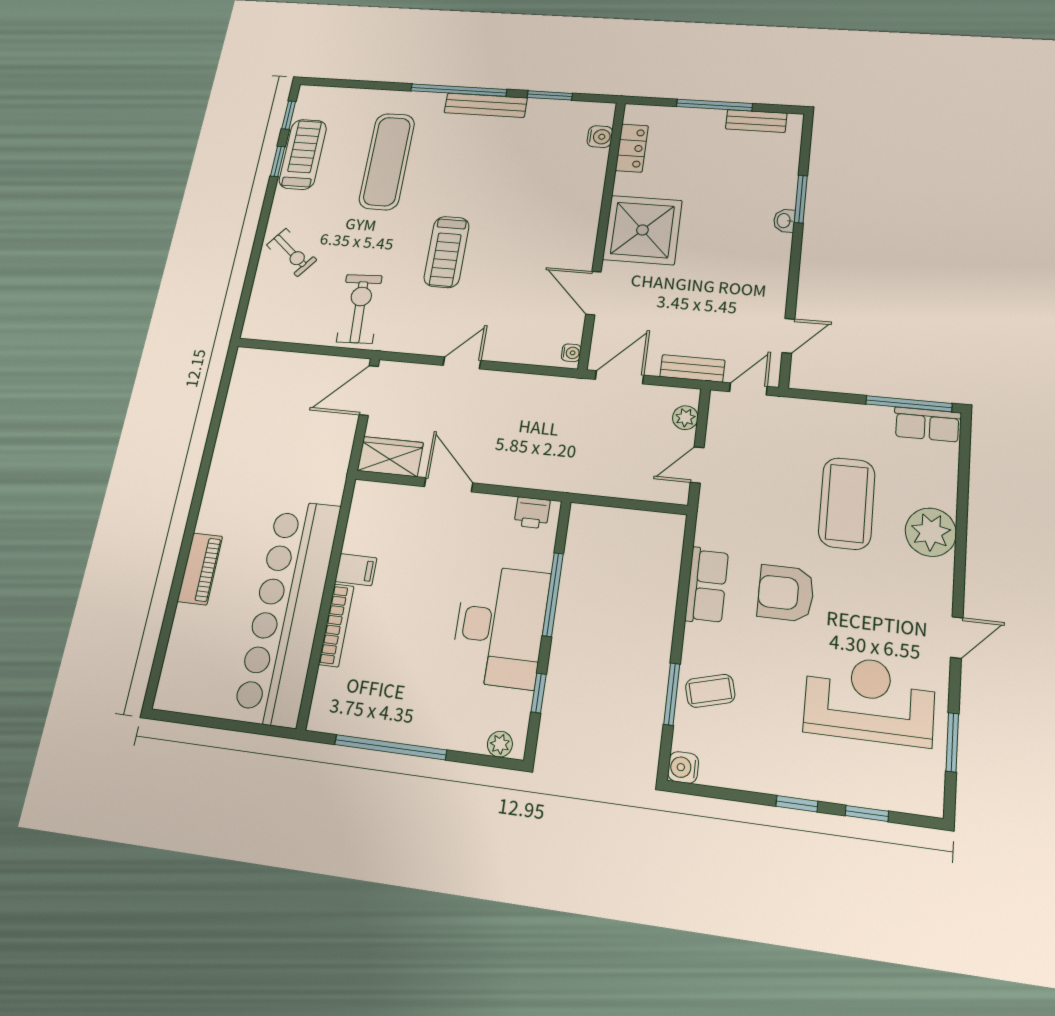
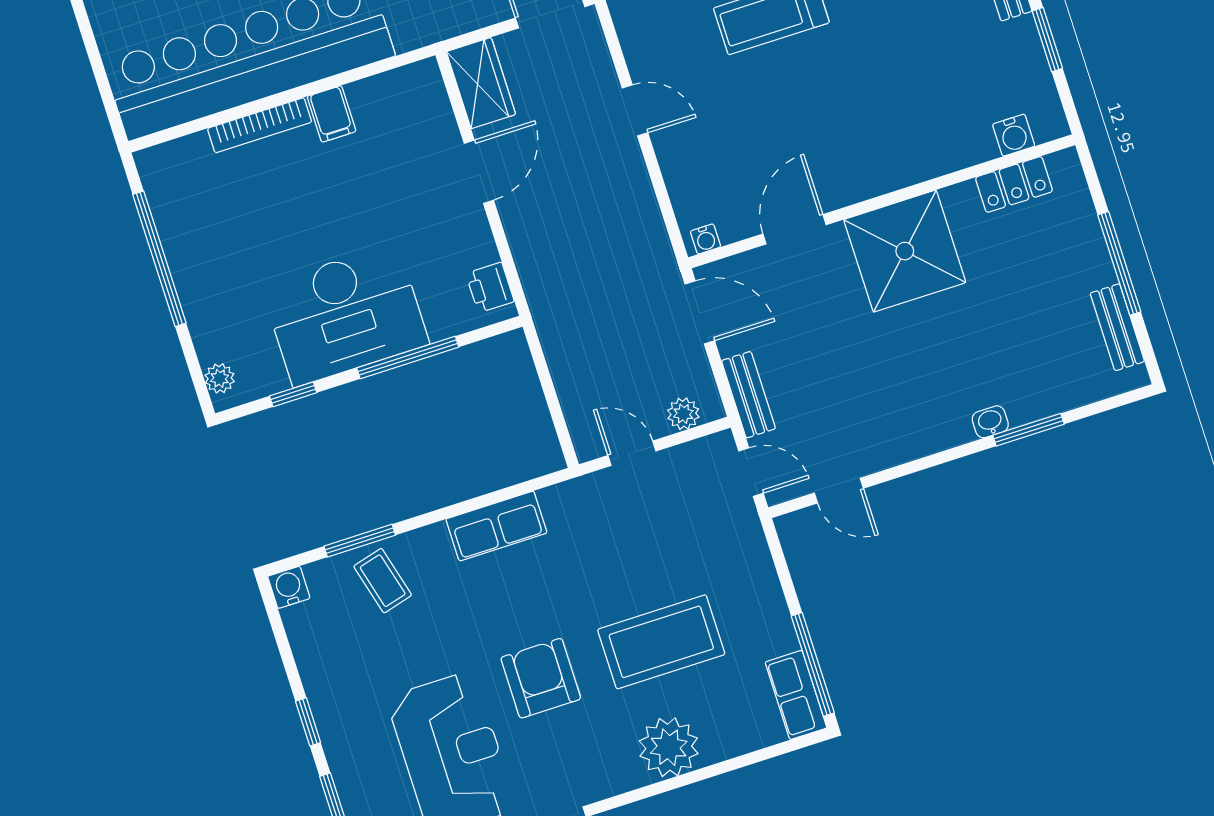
armchair: (786, 593) -> (541, 678), moved

